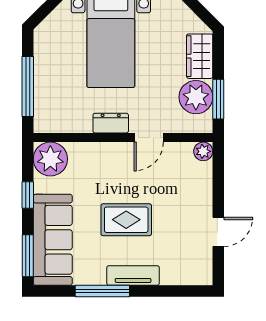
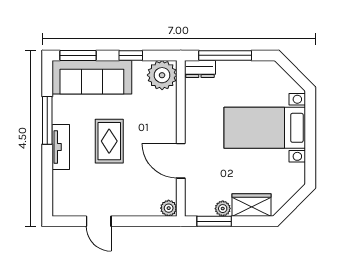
plant: (196, 97) -> (223, 209), width x0.53, depth x0.53
dresser: (111, 123) -> (200, 69), moved, turned 90
door: (149, 137) -> (181, 161), width x1.38

